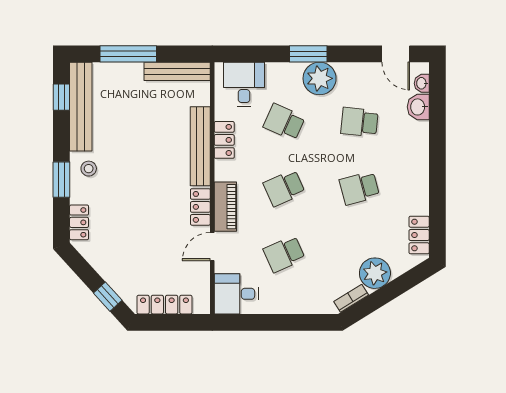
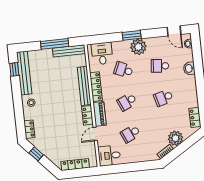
window: (128, 54) -> (55, 44), moved
washbasin: (418, 107) -> (189, 68), moved
locker: (224, 140) -> (96, 87), width x1.53
window: (61, 180) -> (19, 109), removed
window: (108, 297) -> (36, 154), moved

